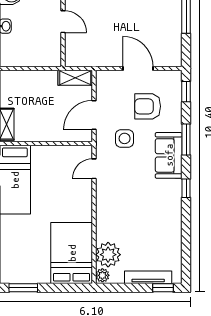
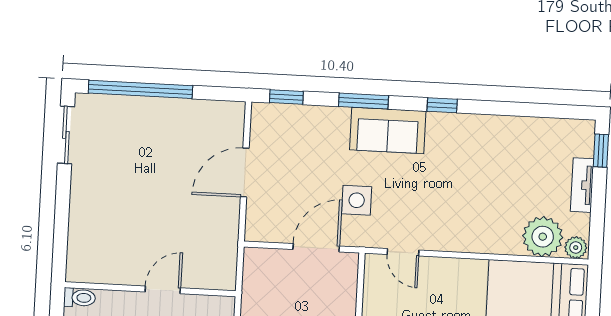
shelving: (75, 78) -> (254, 275), removed
armchair: (148, 106) -> (307, 160), removed
door: (94, 115) -> (316, 248), swing flipped
tv unit: (148, 277) -> (582, 185), width x0.71

